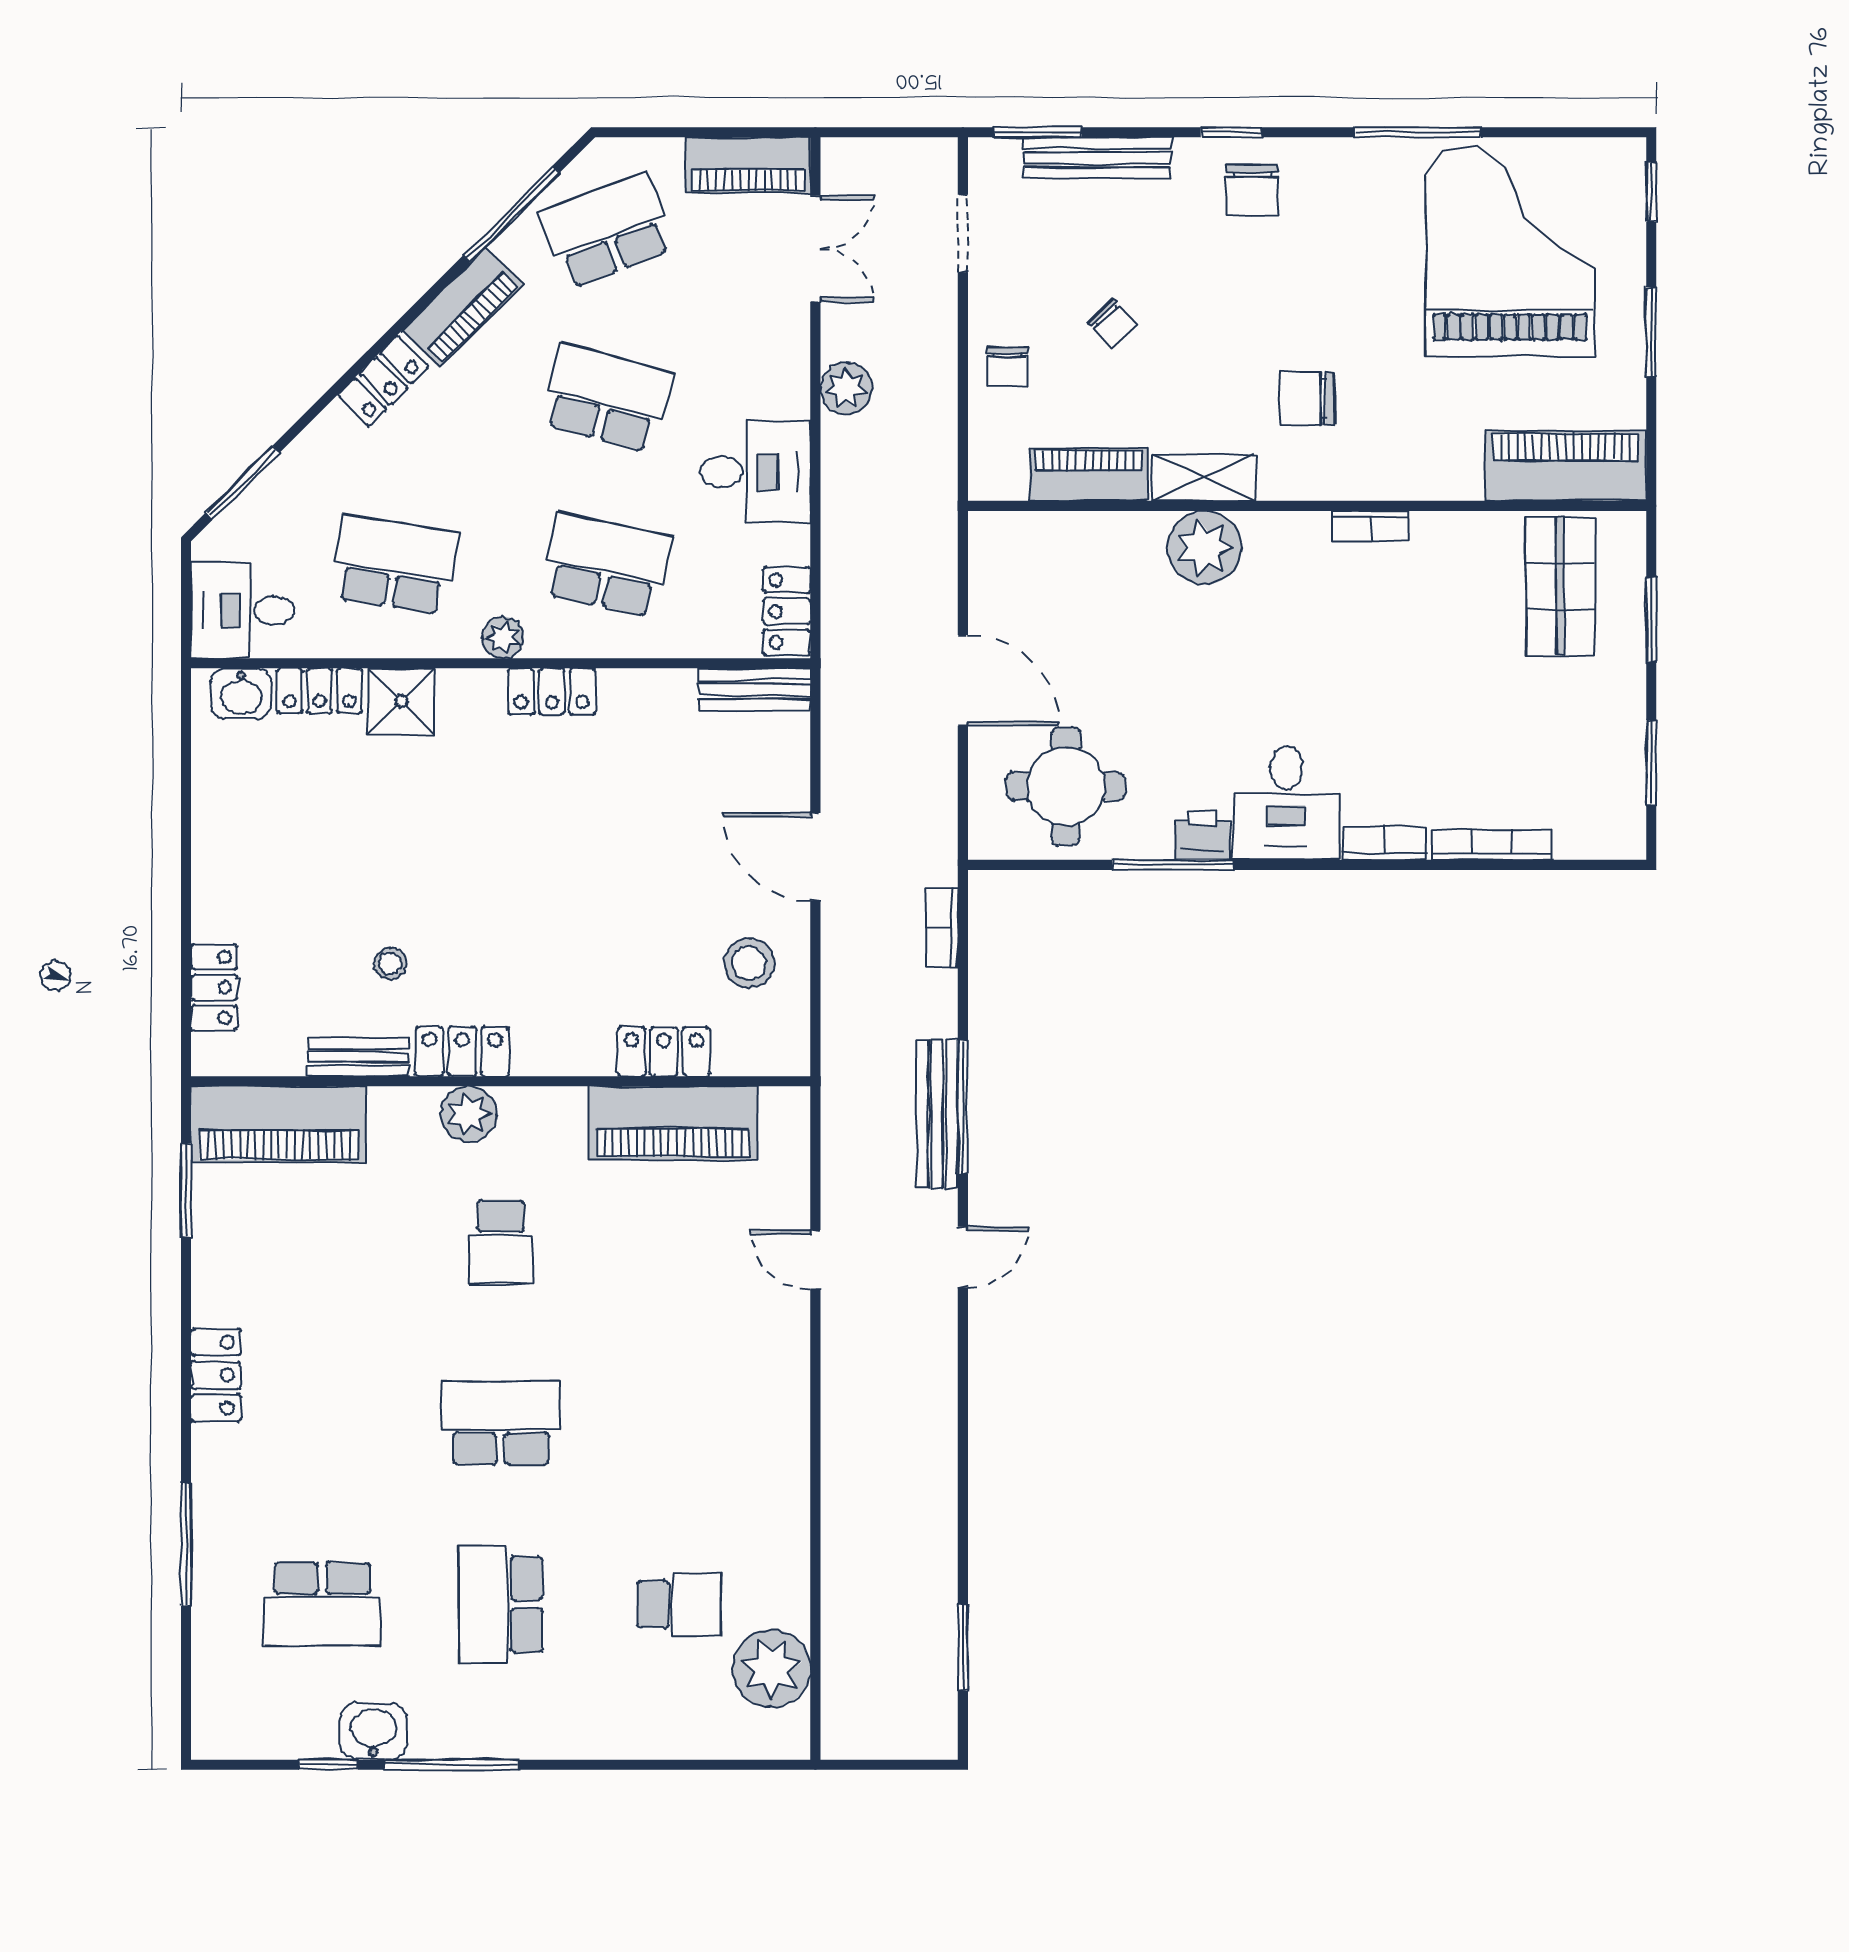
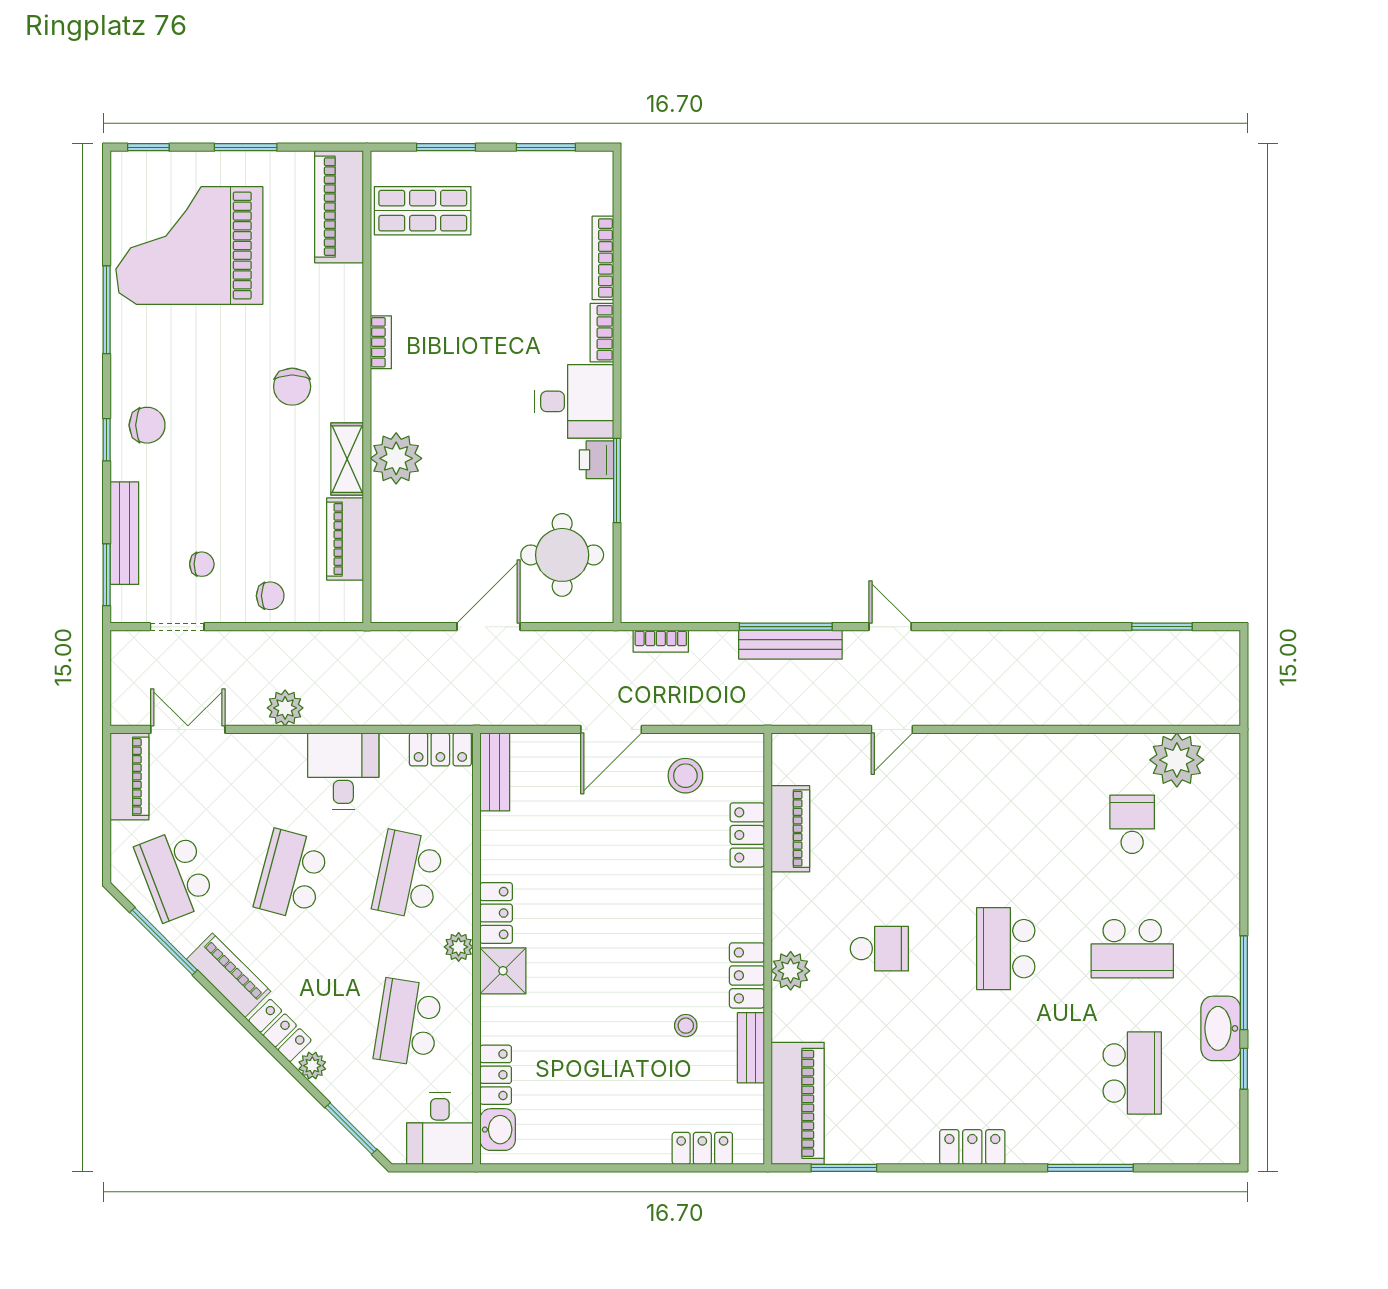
chair: (1113, 323) -> (202, 564), moved, turned 44
plant: (333, 427) -> (312, 1066), added
shower: (401, 701) -> (503, 971), moved
piano: (673, 1123) -> (790, 829), width x0.73, depth x0.75
washbasin: (373, 1731) -> (1221, 1028), width x1.38

